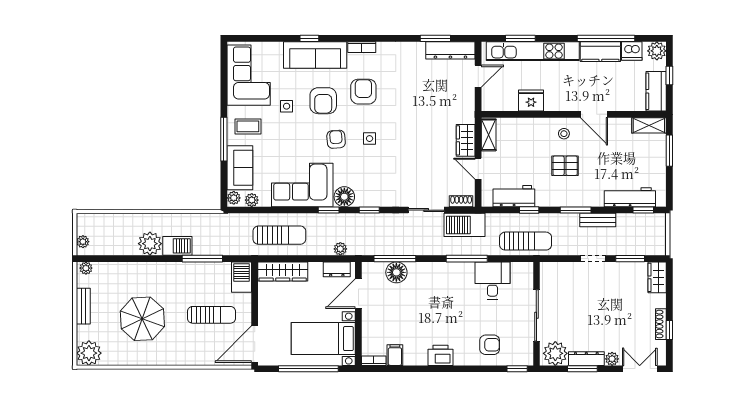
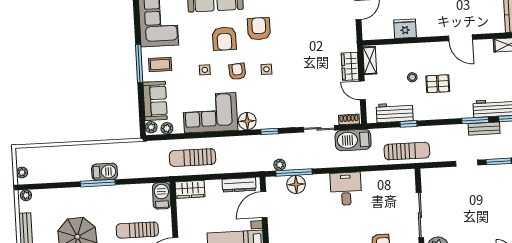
side table: (287, 106) -> (205, 70), moved
stool: (564, 134) -> (412, 77), moved
window: (224, 139) -> (139, 63), moved
window: (329, 210) -> (234, 133), removed
window: (576, 210) -> (475, 120), moved
bench: (598, 220) -> (484, 129), moved
sun lounger: (279, 235) -> (193, 158), turned 180
plant: (150, 244) -> (80, 171), removed
plant: (340, 249) -> (280, 165), moved
window: (202, 259) -> (98, 183), moved
window: (467, 259) -> (357, 169), removed
dresser: (337, 269) -> (239, 185), width x1.44
wardrobe: (283, 271) -> (190, 189), width x0.67
desk: (492, 281) -> (346, 189), moved
sun lounger: (211, 315) -> (137, 230), turned 180

